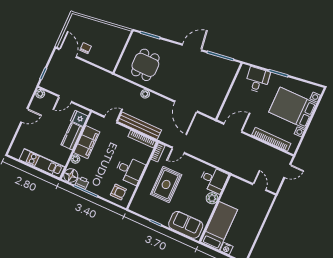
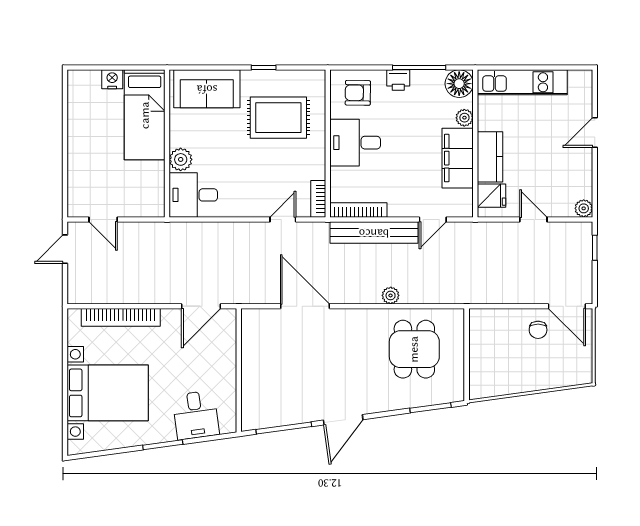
door: (65, 99) -> (533, 219), hinge flipped
door: (24, 115) -> (595, 132), moved
door: (287, 171) -> (65, 249), moved
printer: (82, 183) -> (398, 80), moved
rug: (166, 184) -> (278, 118), moved, turned 90

